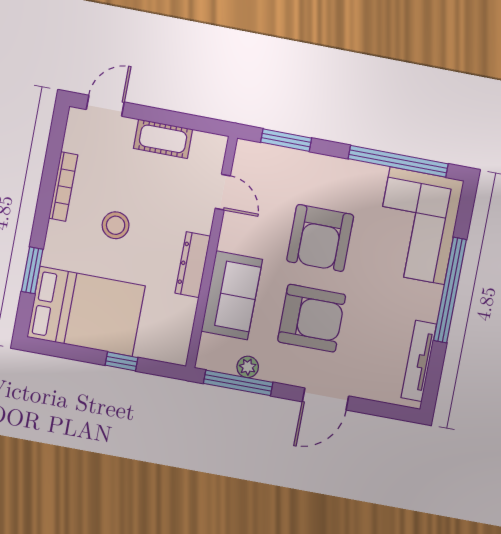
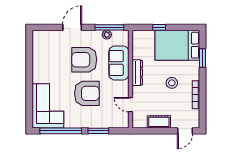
window: (286, 140) -> (98, 131), moved
armchair: (320, 238) -> (87, 93), turned 90
window: (450, 290) -> (29, 82), removed
tv unit: (419, 361) -> (37, 50), removed

